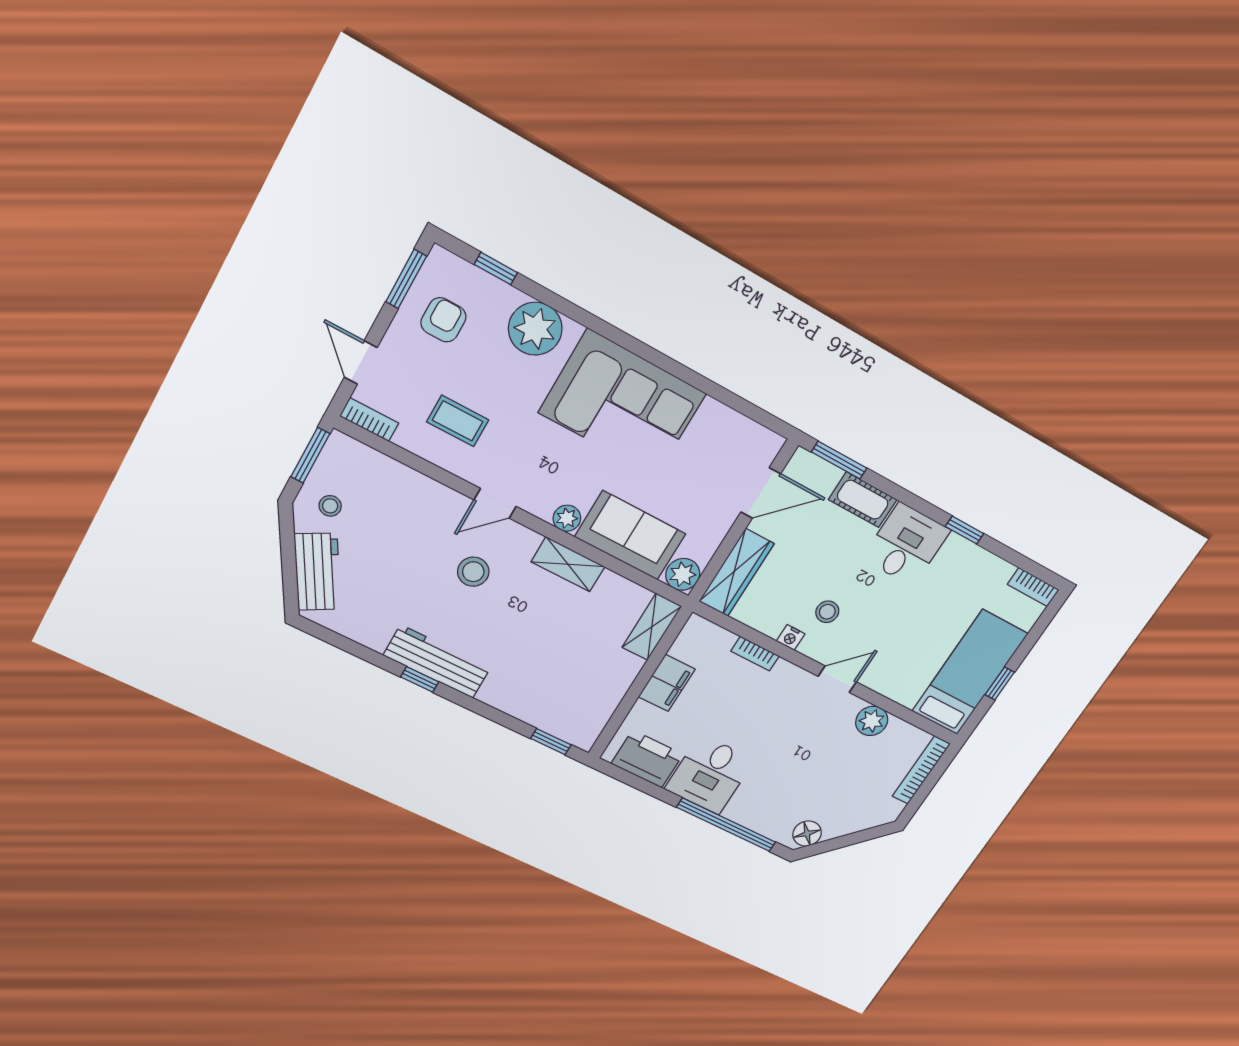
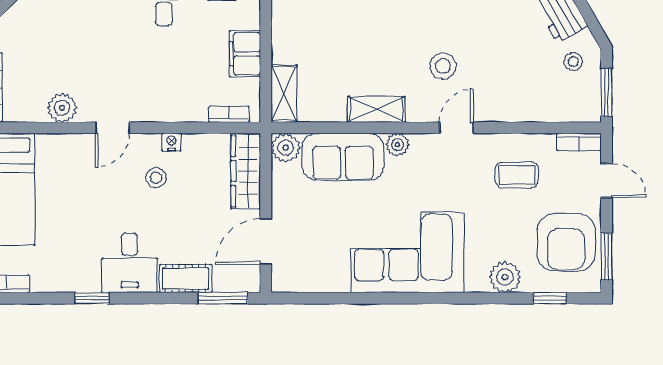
armchair: (443, 320) -> (566, 242), width x1.88, depth x1.88
plant: (535, 329) -> (505, 277), width x0.73, depth x0.73
bookcase: (755, 654) -> (229, 114), moved

